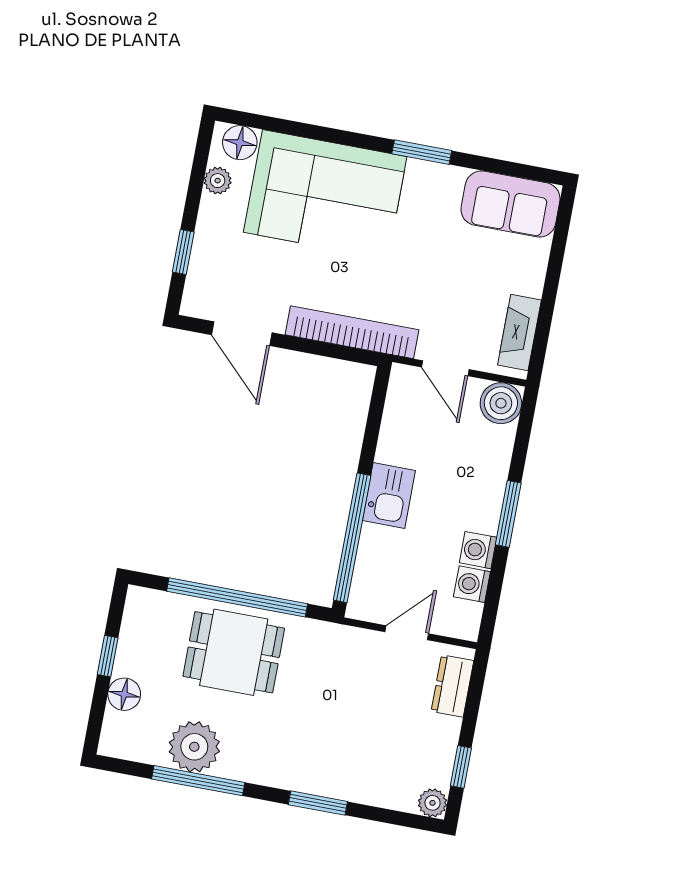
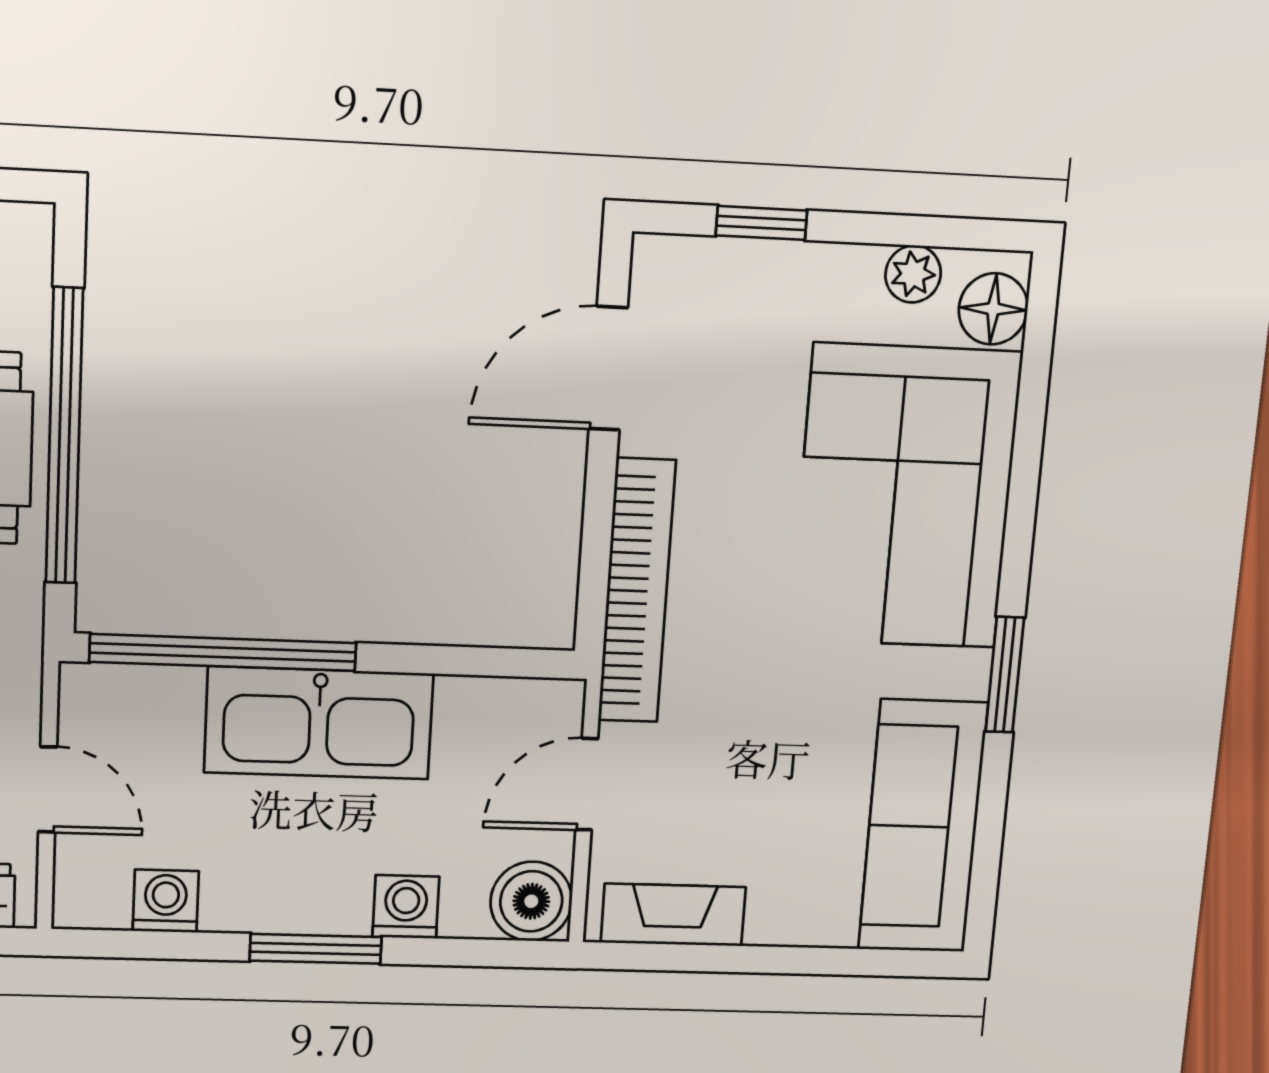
sofa: (510, 204) -> (923, 827), width x1.36
kitchen sink: (389, 495) -> (319, 723), width x1.87, depth x1.24
washing machine: (478, 550) -> (406, 907), moved

